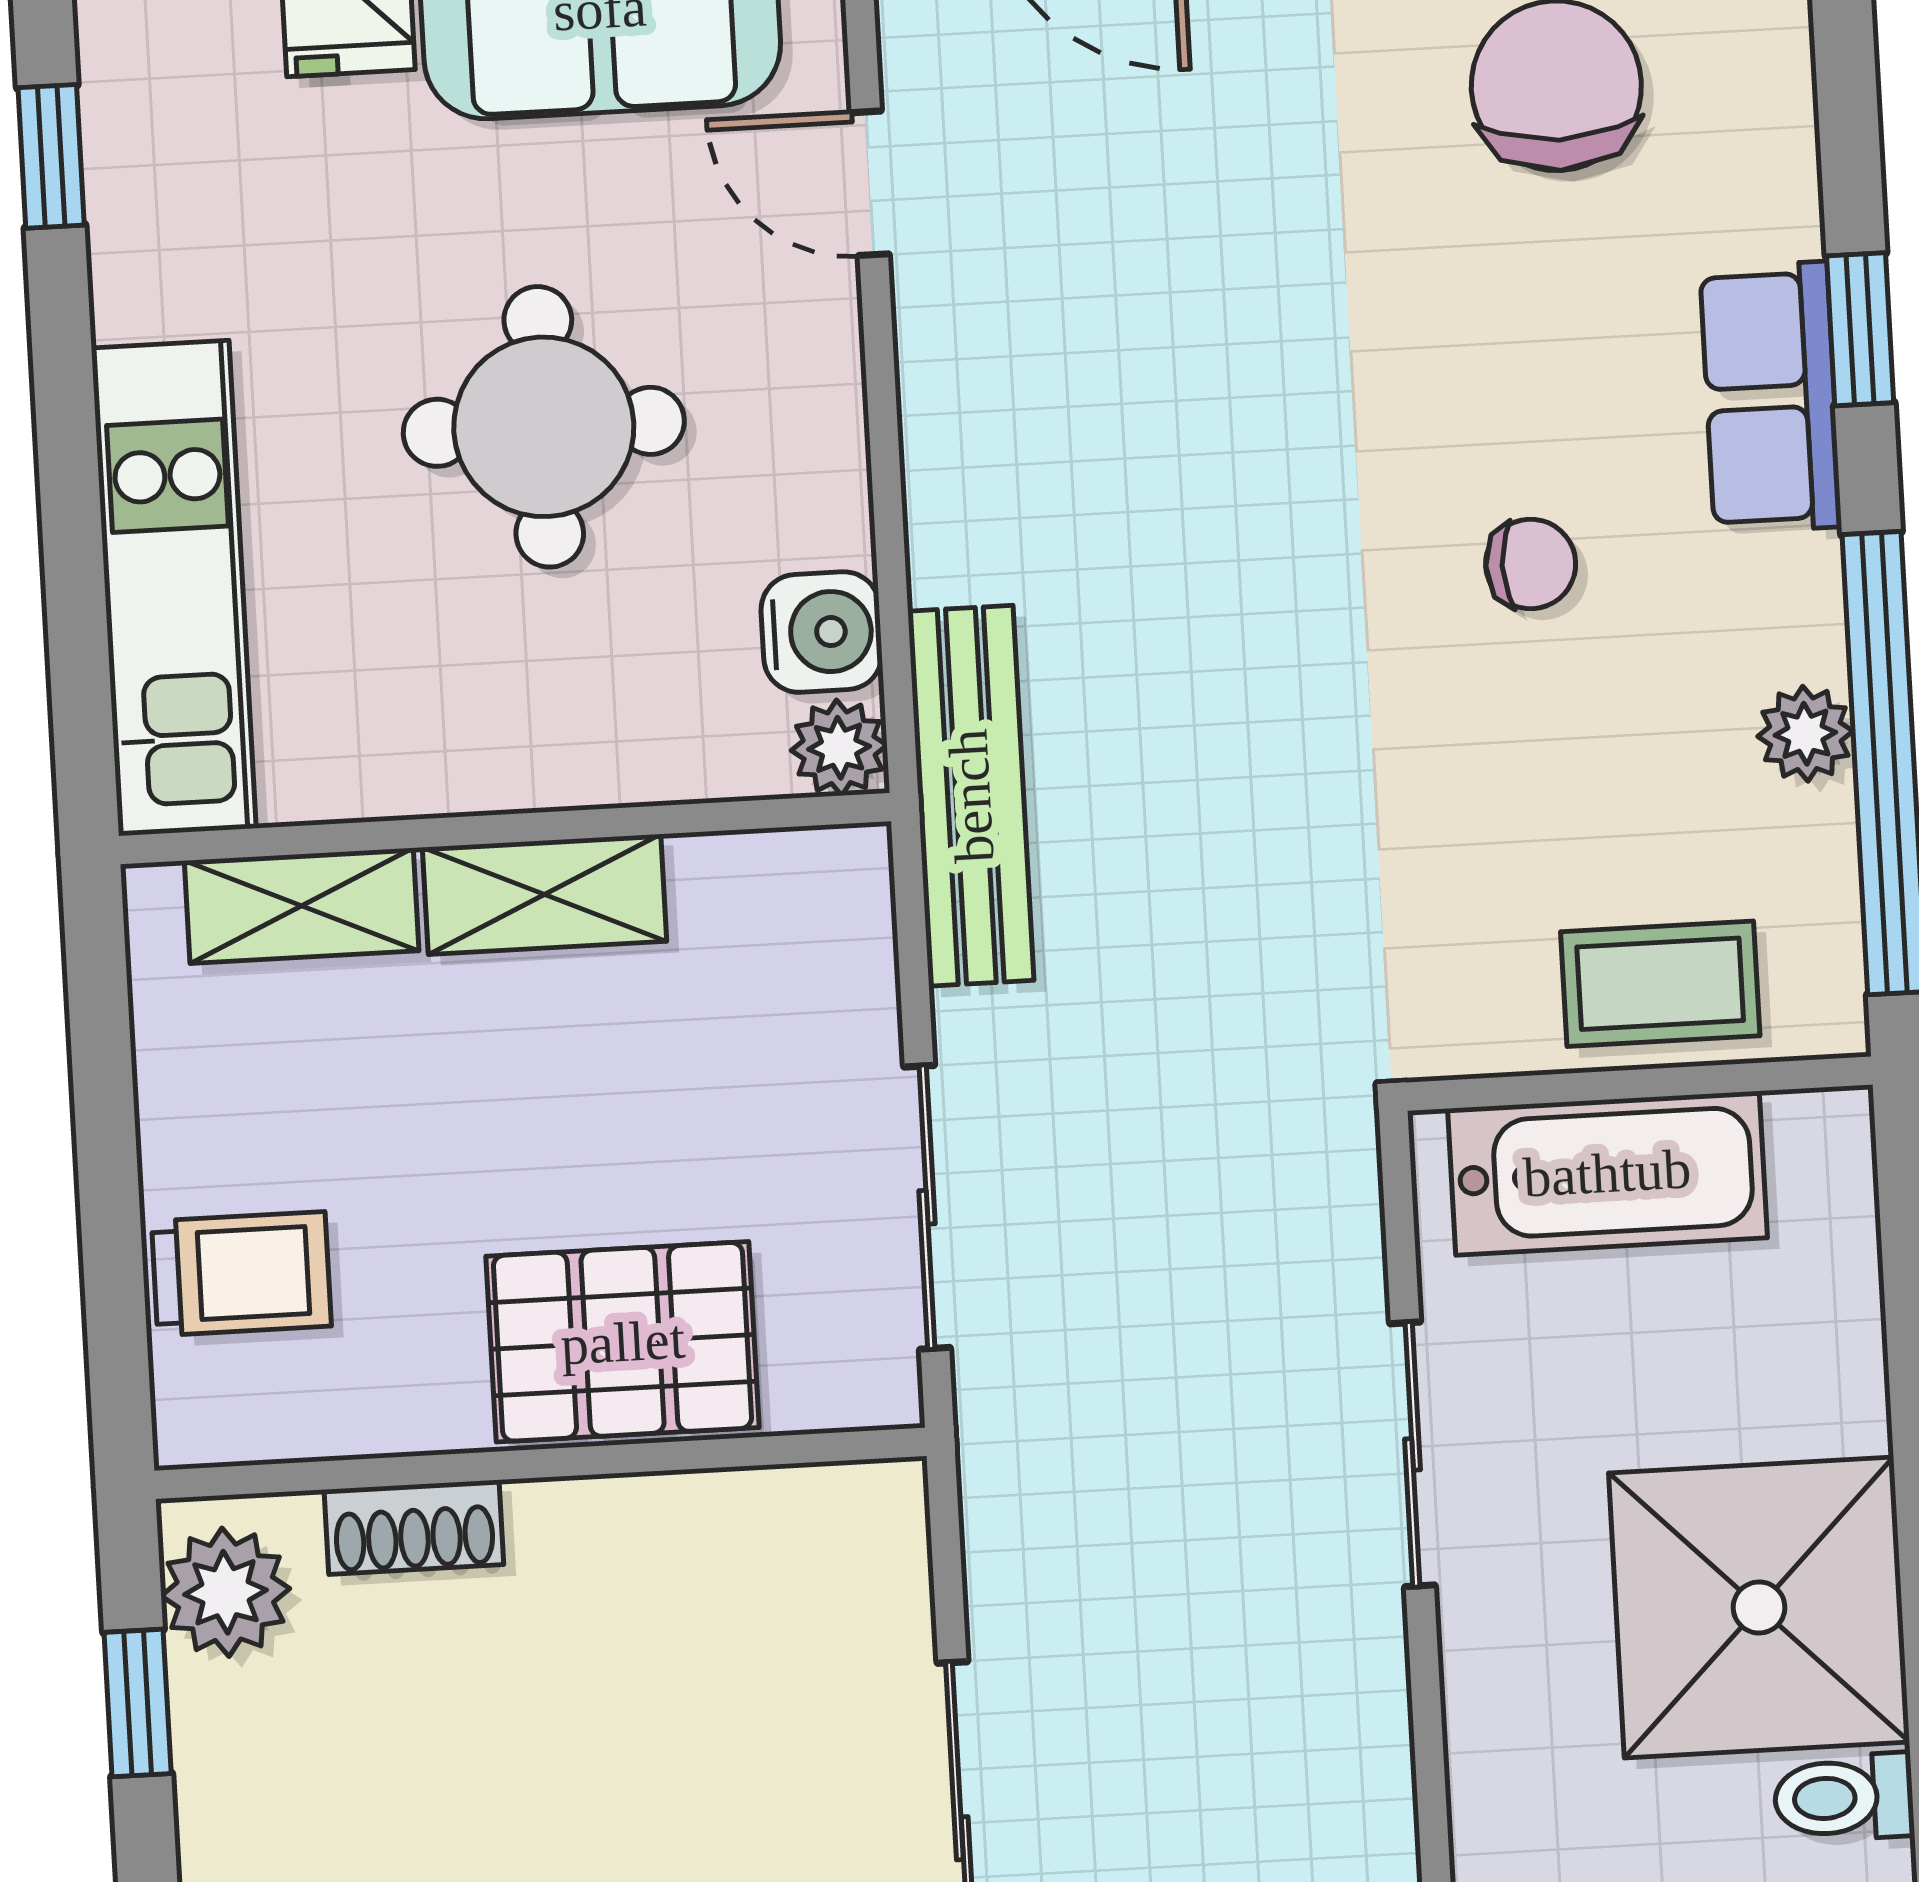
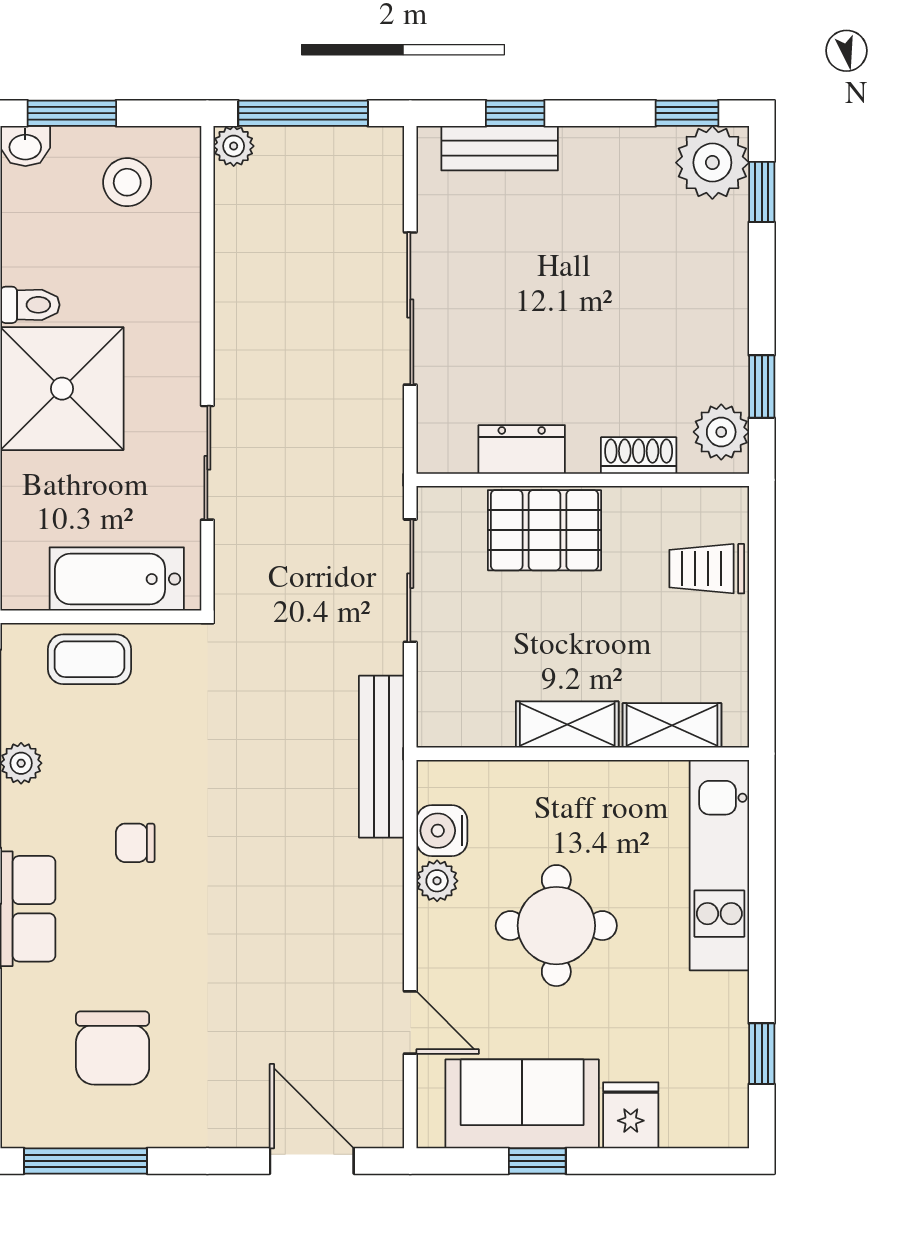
plant: (839, 748) -> (437, 881), moved
dresser: (686, 1526) -> (522, 449), added

